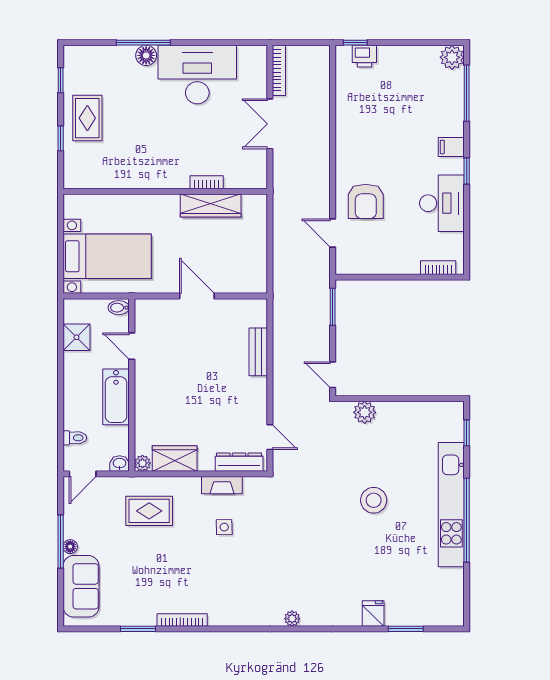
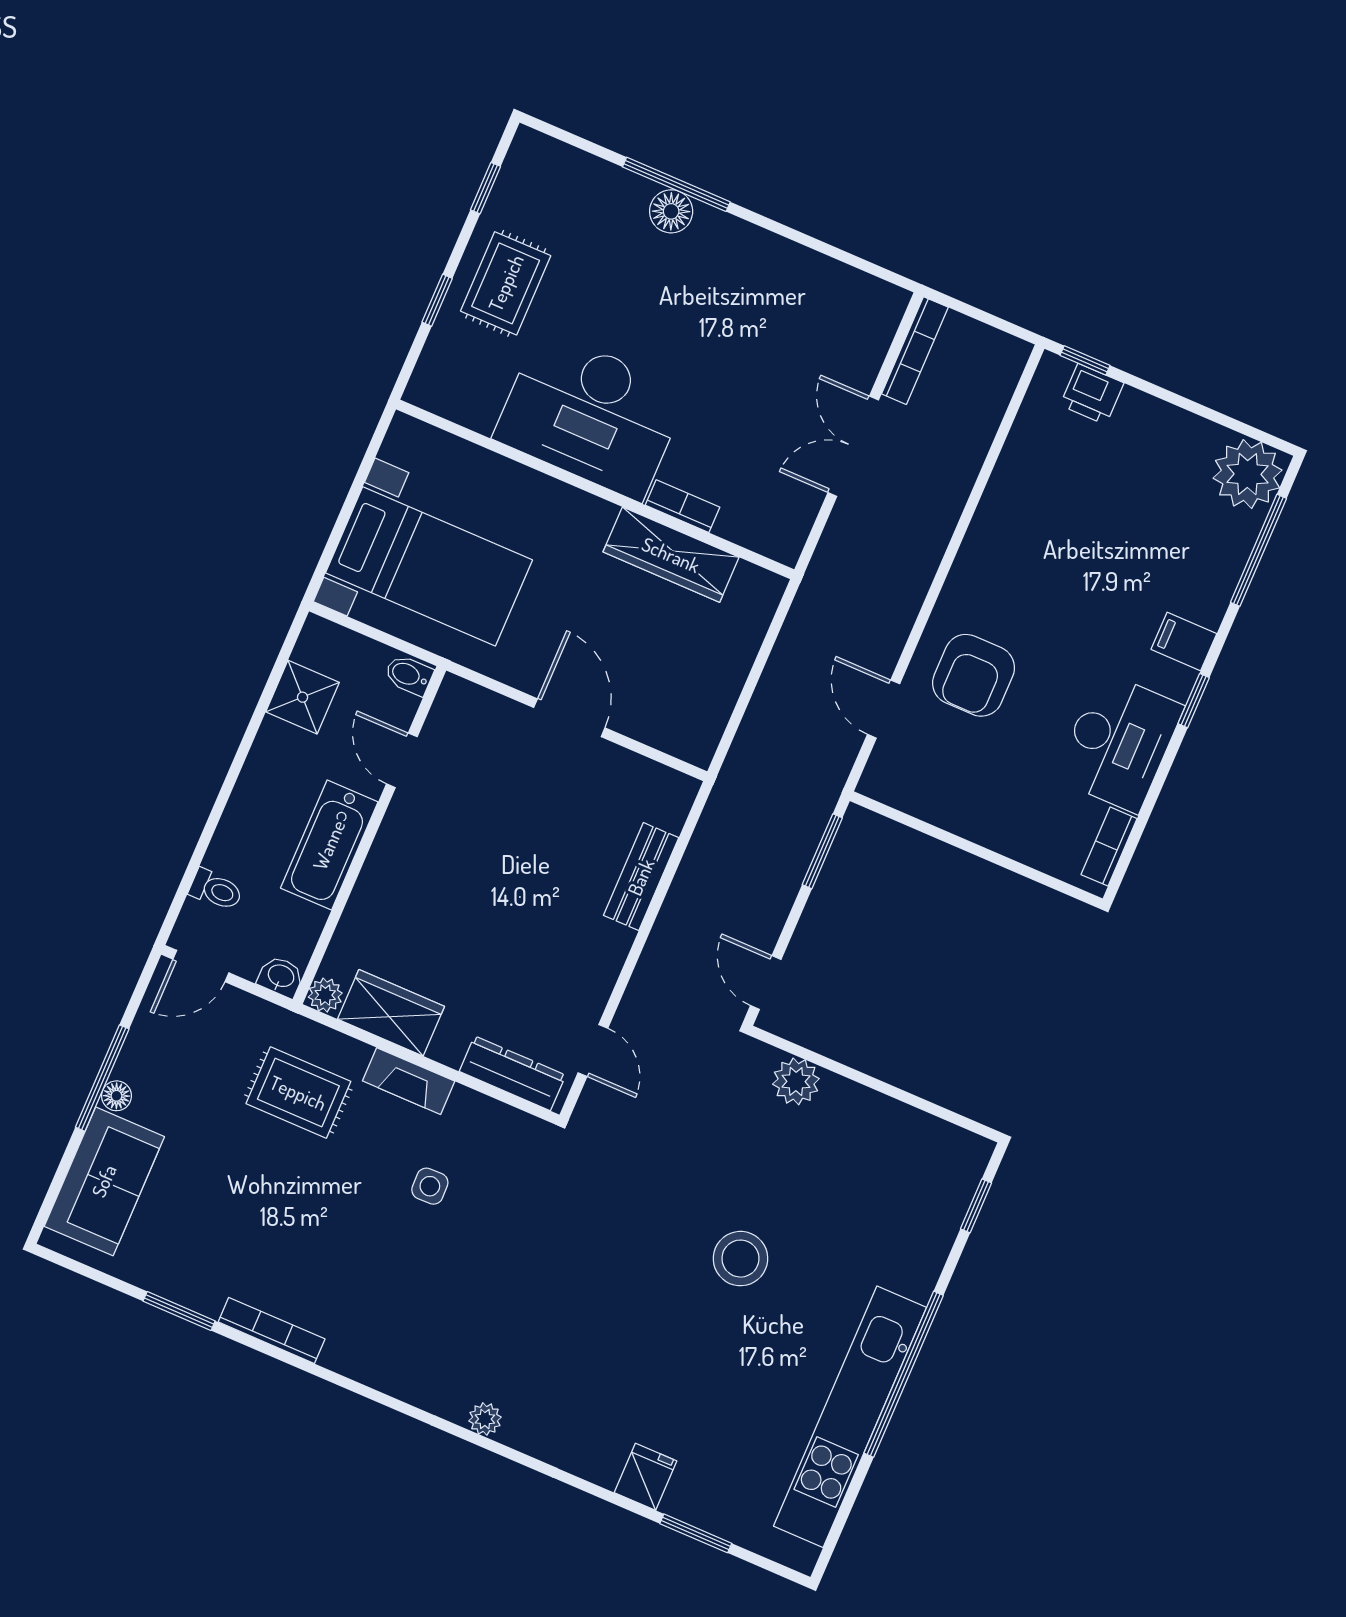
plant: (452, 57) -> (1248, 474), width x1.36, depth x1.36
desk: (197, 75) -> (591, 415), moved, turned 180
bookcase: (438, 268) -> (1109, 847), moved, turned -90
fireplace: (222, 485) -> (409, 1081), moved
kitchen unit: (451, 505) -> (850, 1417), moved

